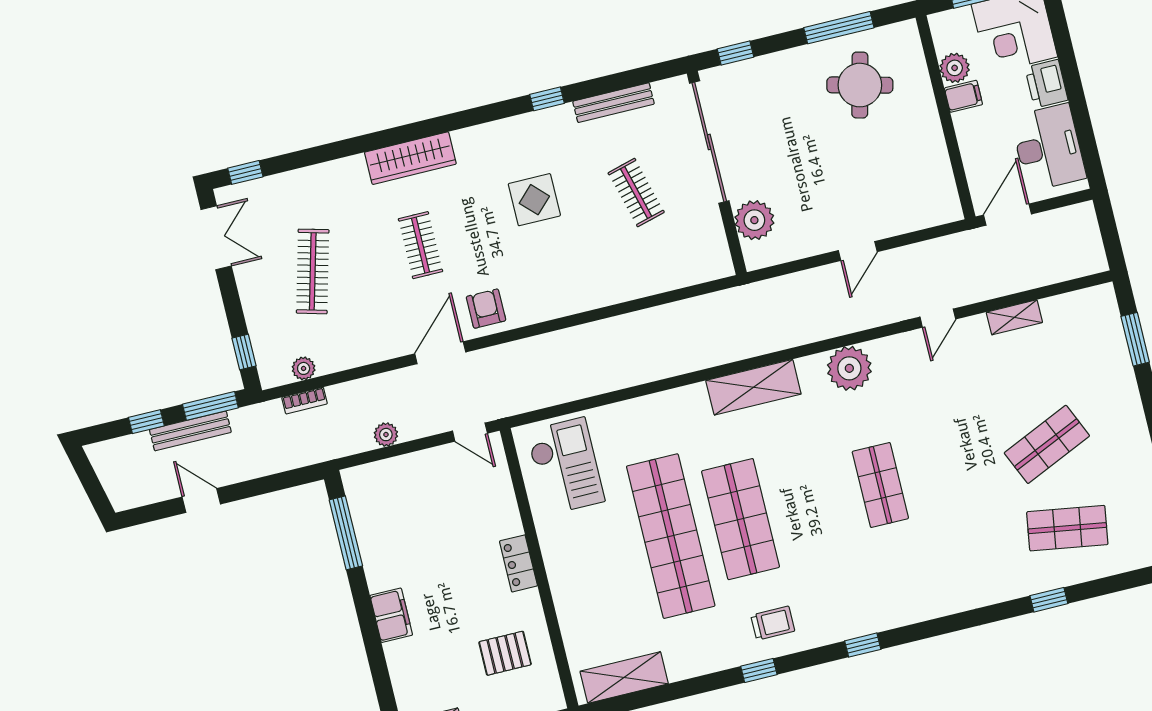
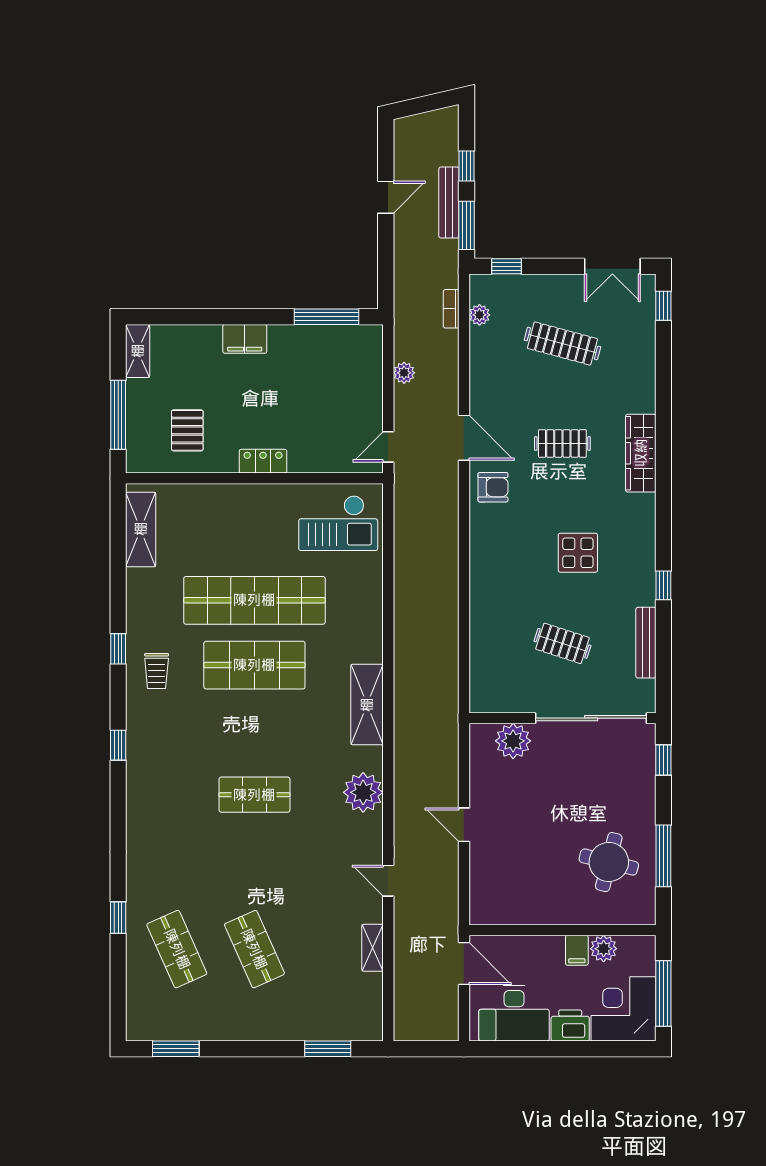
clothes rail: (636, 193) -> (562, 643), turned 33
shop shelf: (1067, 528) -> (177, 949), turned -33

